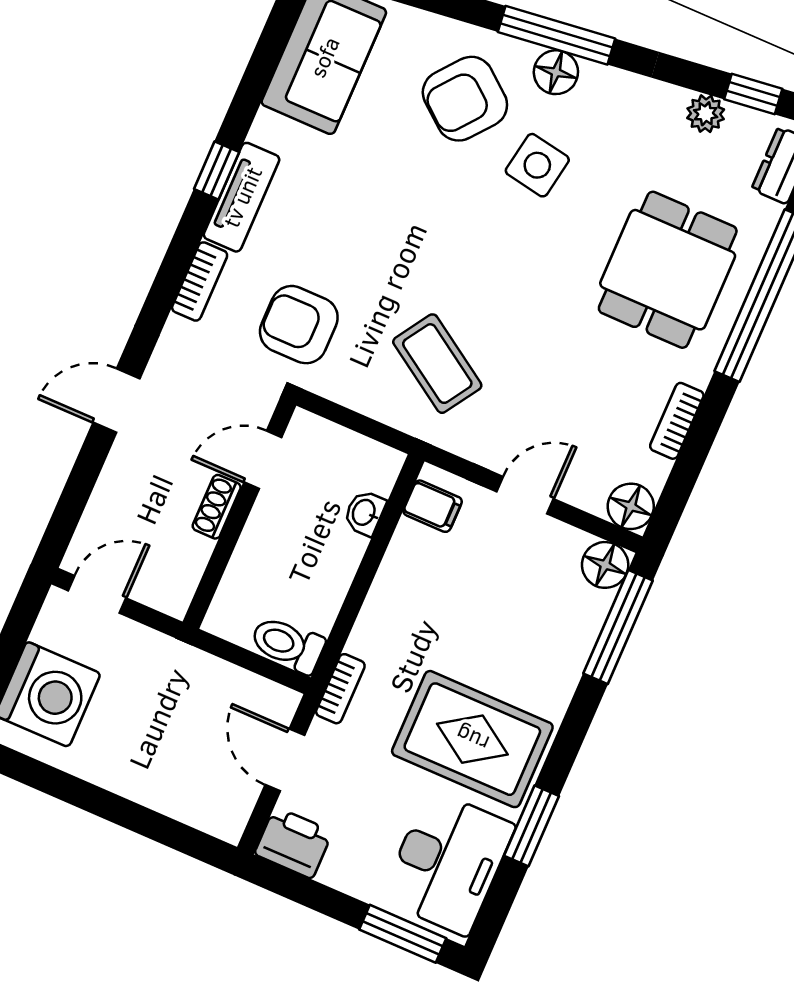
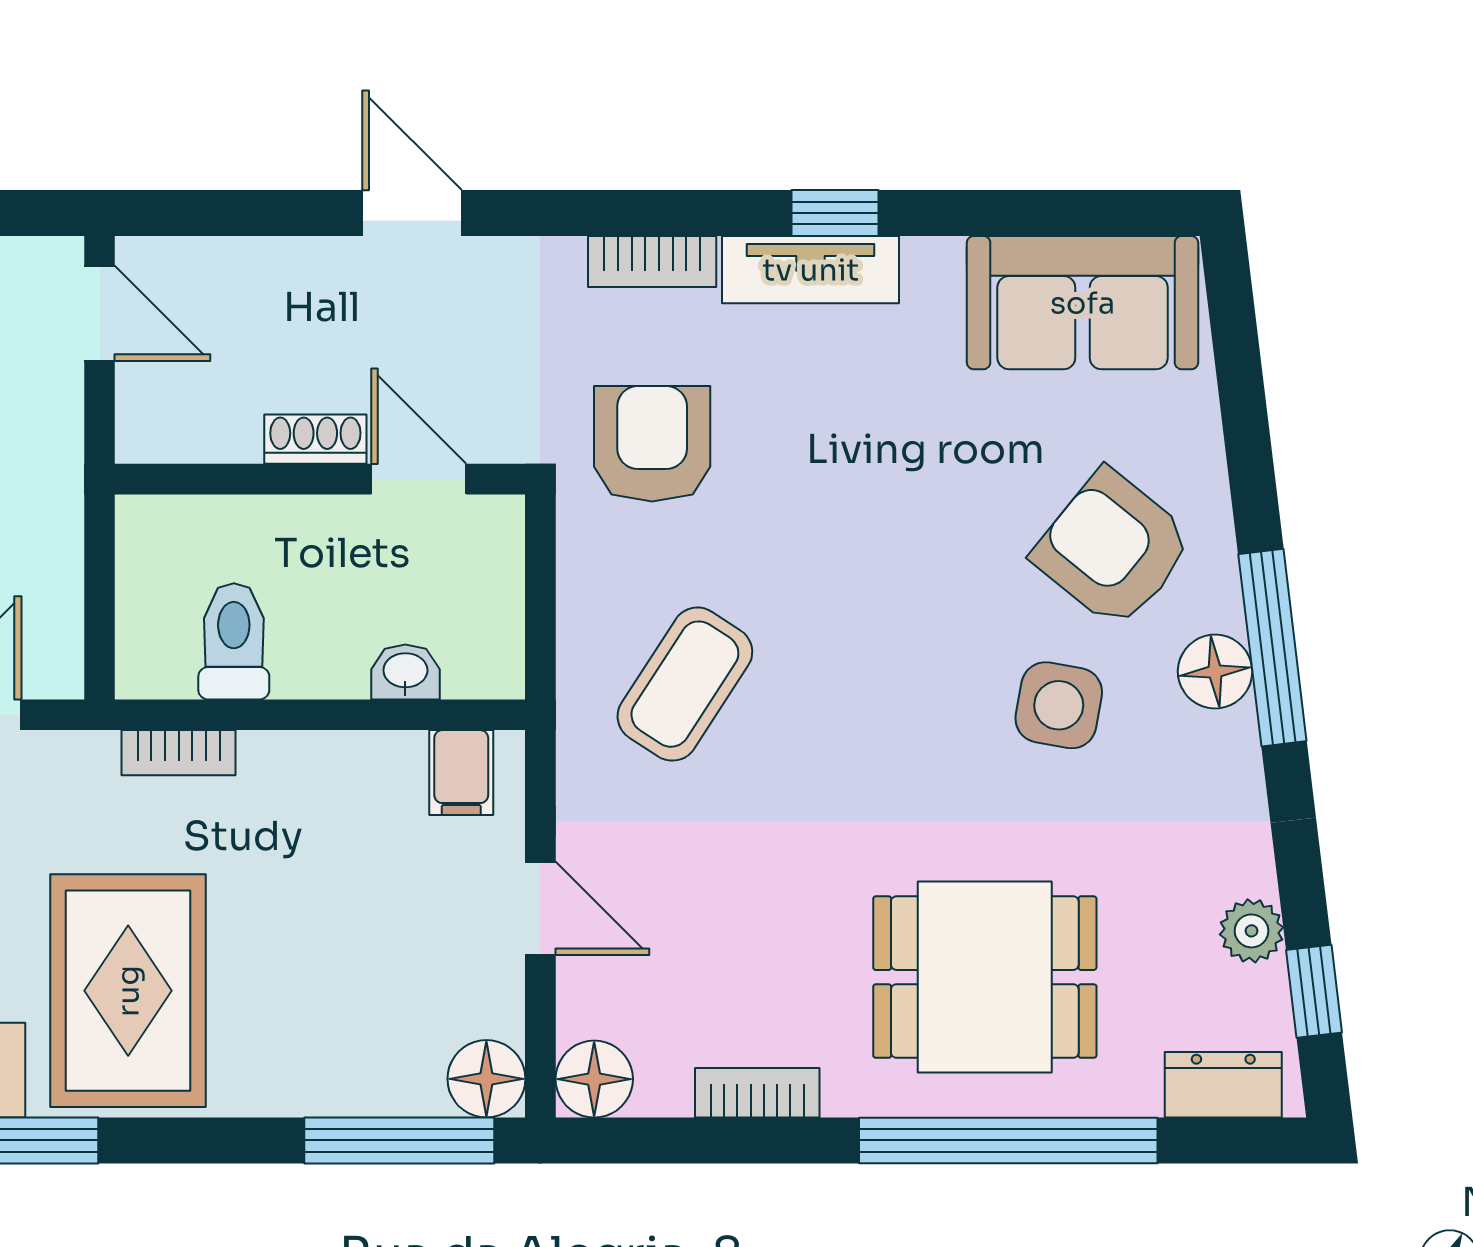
toilet: (288, 644) -> (234, 641), moved
bookcase: (340, 689) -> (179, 753), moved

